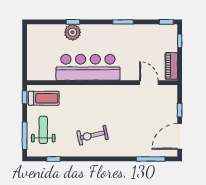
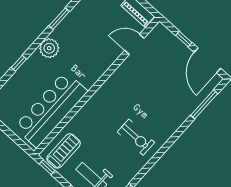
plant: (73, 32) -> (49, 48), moved
bar counter: (88, 67) -> (51, 109), moved
exercise bike: (93, 135) -> (136, 137), turned -78

